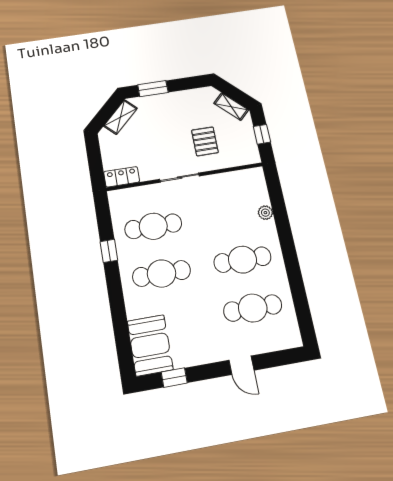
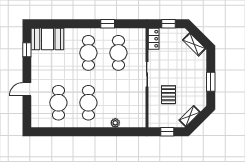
window: (153, 89) -> (211, 82), moved
pallet: (205, 141) -> (168, 95), turned 90
window: (95, 158) -> (169, 24), added

